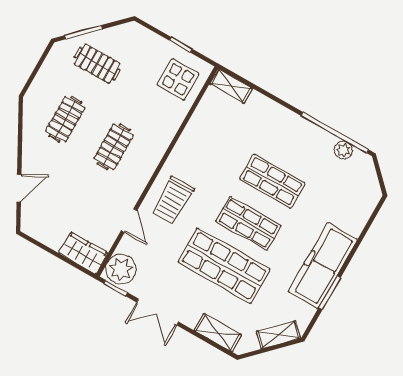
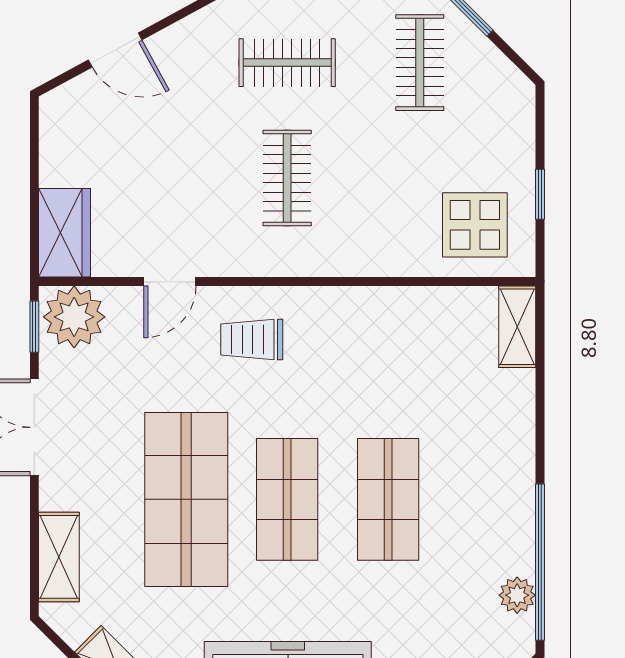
clothes rail: (114, 147) -> (287, 178), turned 90
trolley: (173, 200) -> (252, 339), width x0.73, depth x0.72

